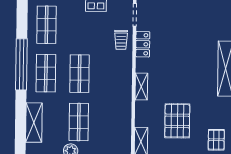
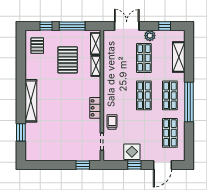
locker: (143, 44) -> (95, 108), moved
shelving: (141, 87) -> (96, 66), moved

